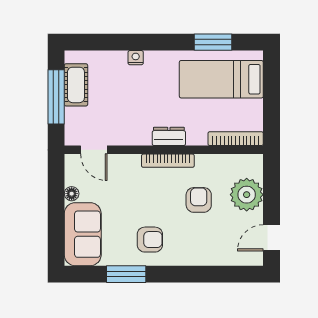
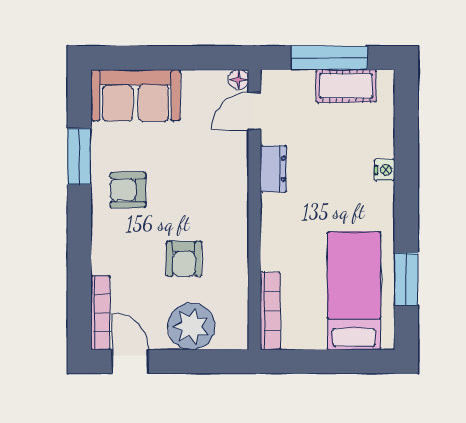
dresser: (169, 136) -> (273, 169), moved
bookcase: (168, 161) -> (100, 313), moved, turned 180
floor lamp: (72, 194) -> (238, 80), moved
armchair: (199, 200) -> (184, 259), turned 90
armchair: (150, 240) -> (128, 190), turned 90

